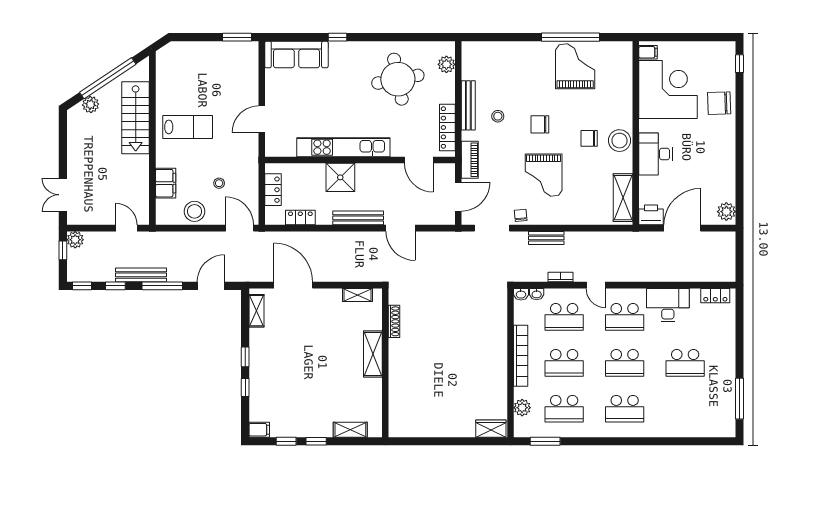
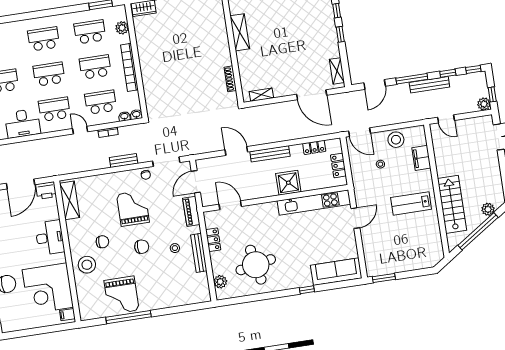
locker: (447, 127) -> (213, 240), width x0.66
stool: (620, 141) -> (87, 265), moved
kitchen unit: (343, 147) -> (314, 202), moved
shelving: (373, 354) -> (240, 32), moved

